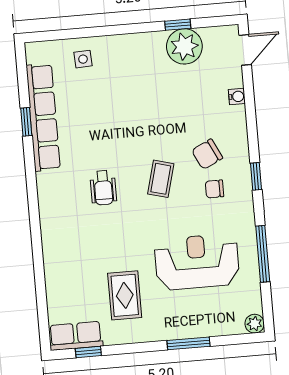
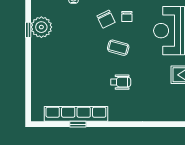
side table: (83, 59) -> (44, 88), removed

